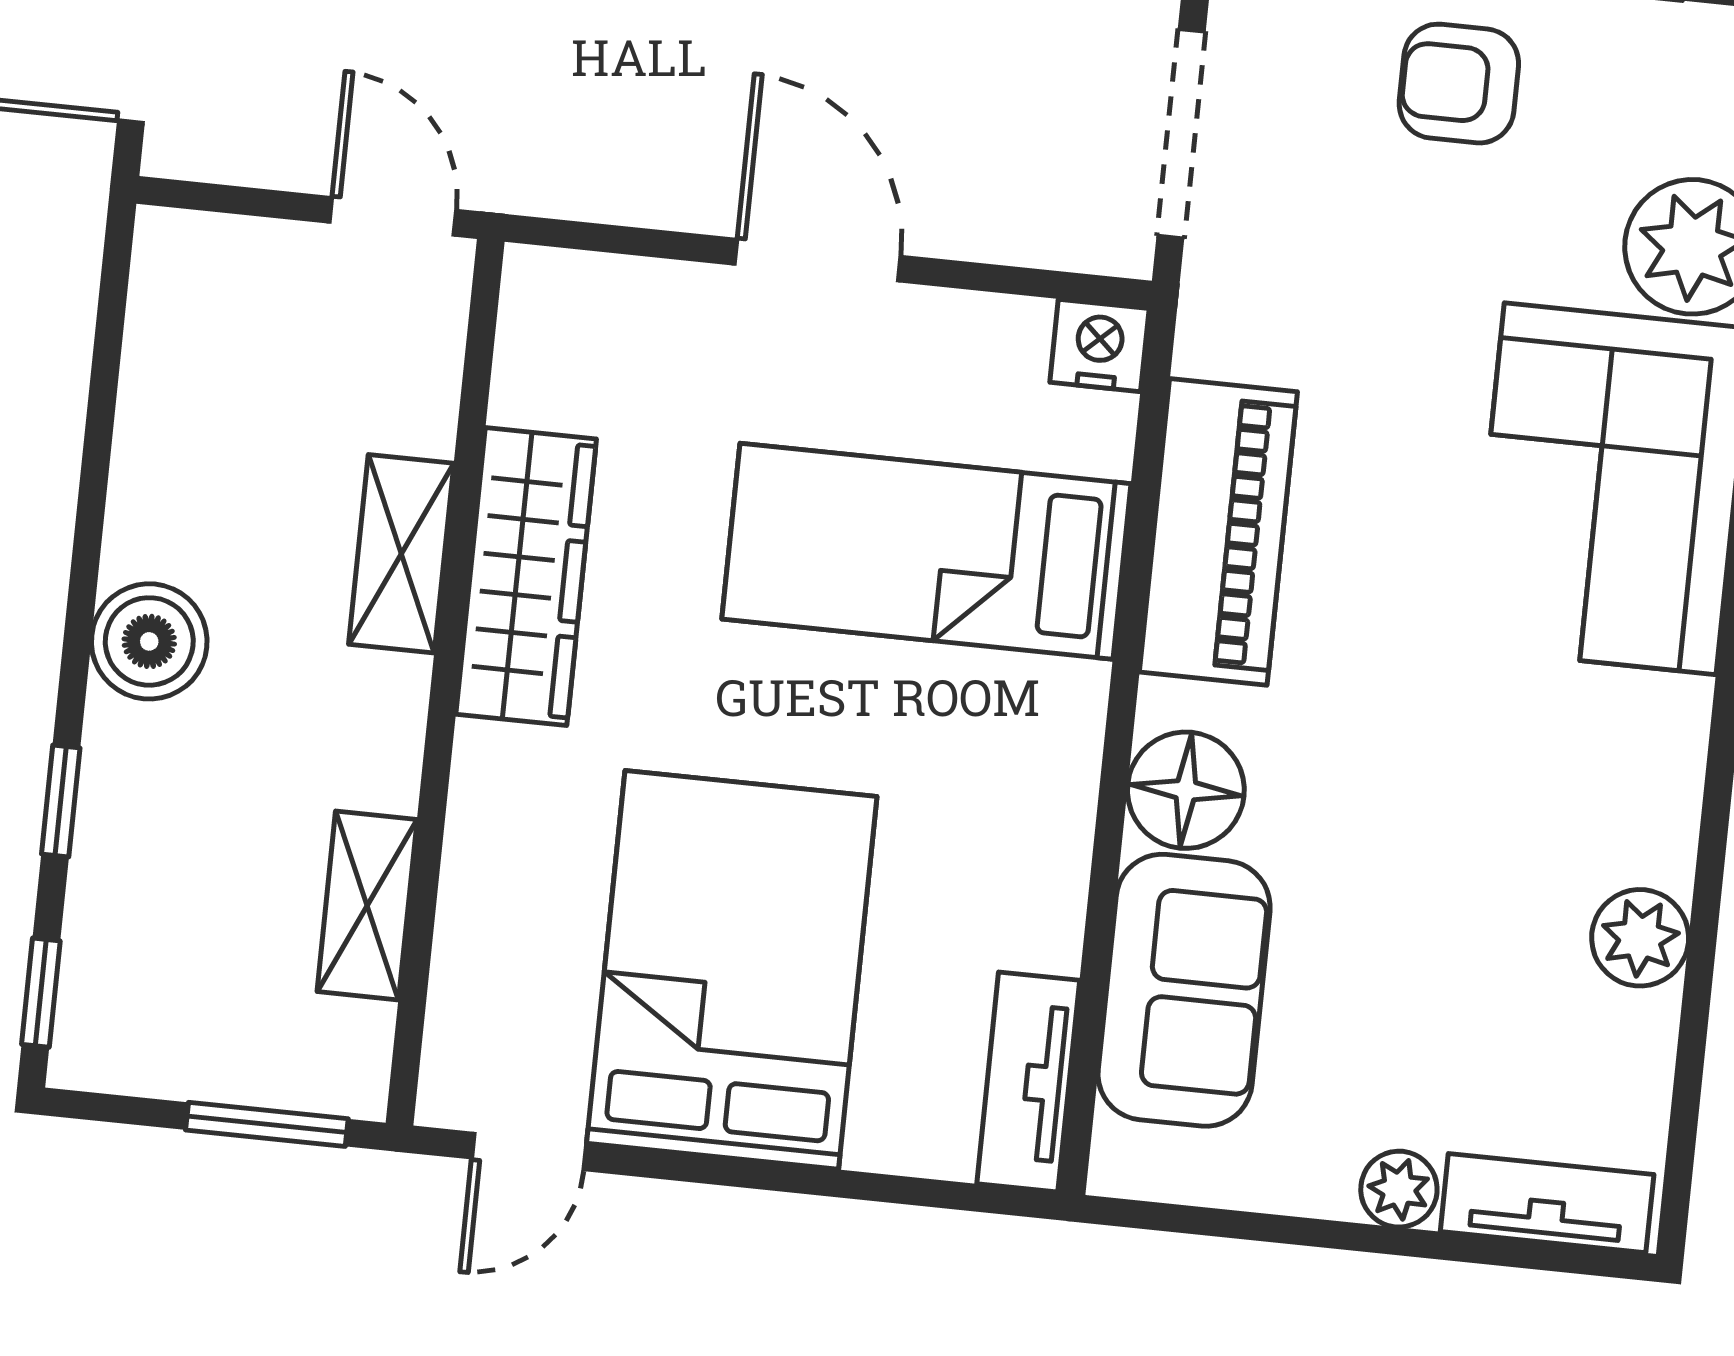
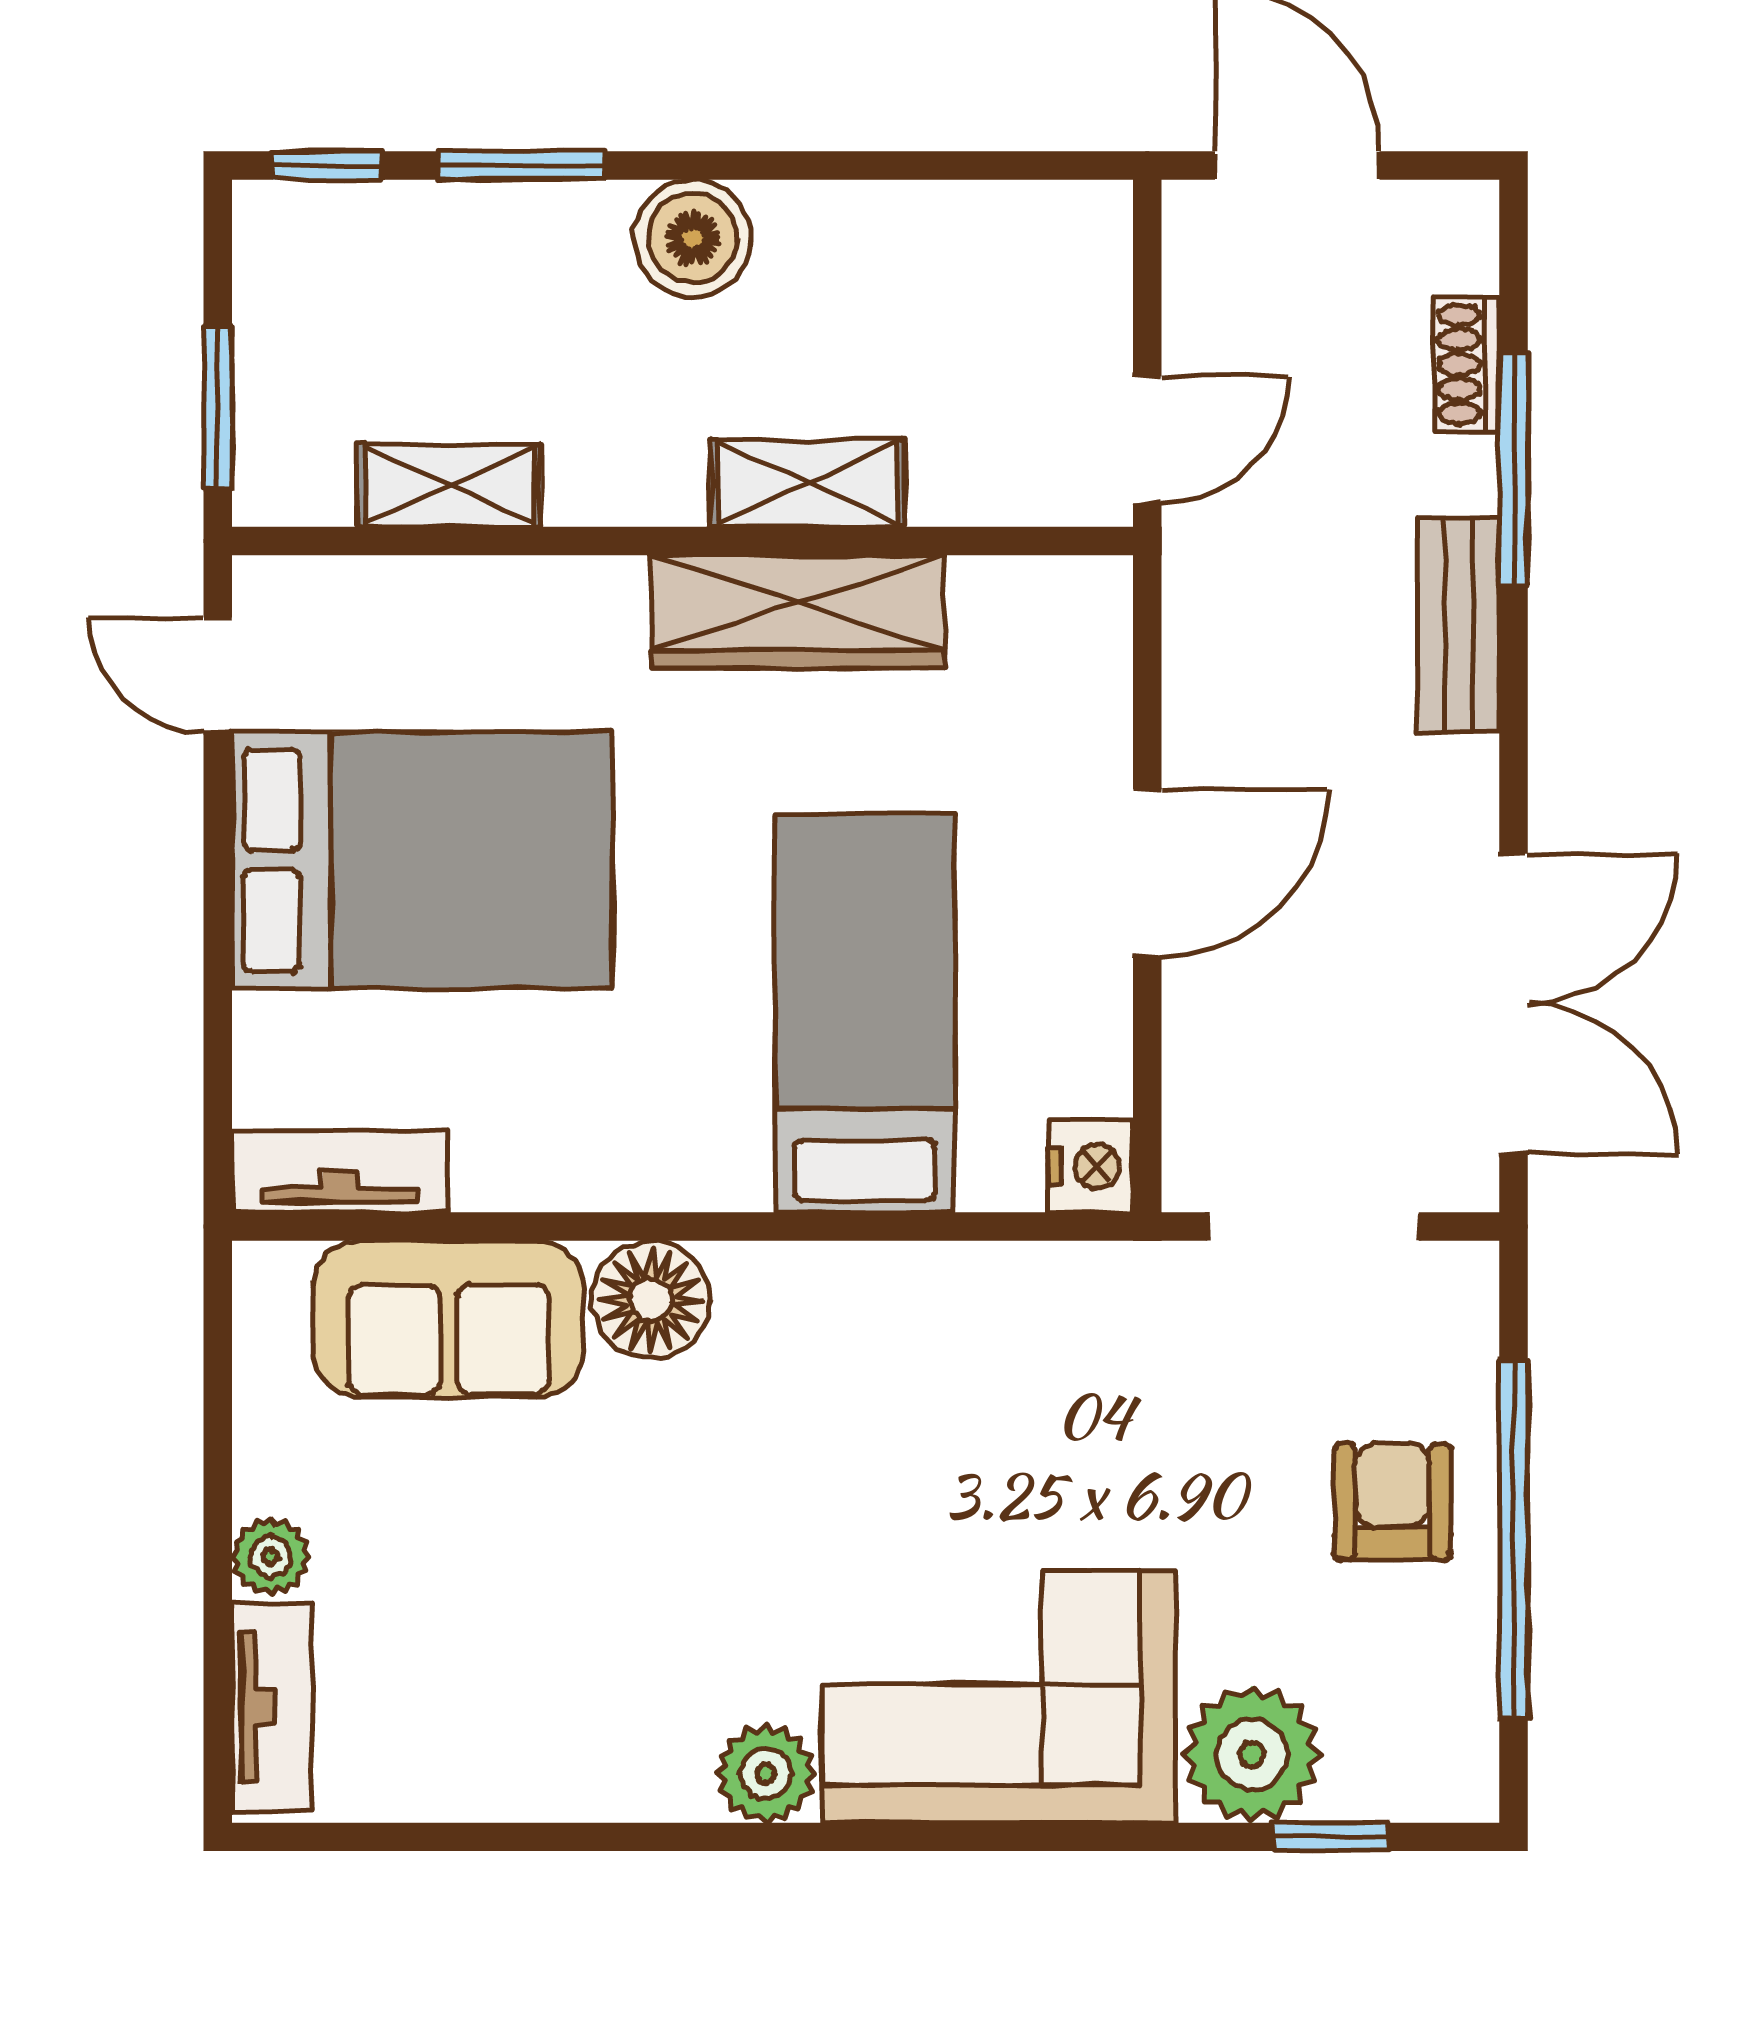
piano: (1218, 532) -> (915, 1306), removed
window: (61, 801) -> (523, 165), width x1.50
plant: (1640, 938) -> (766, 1774), moved

